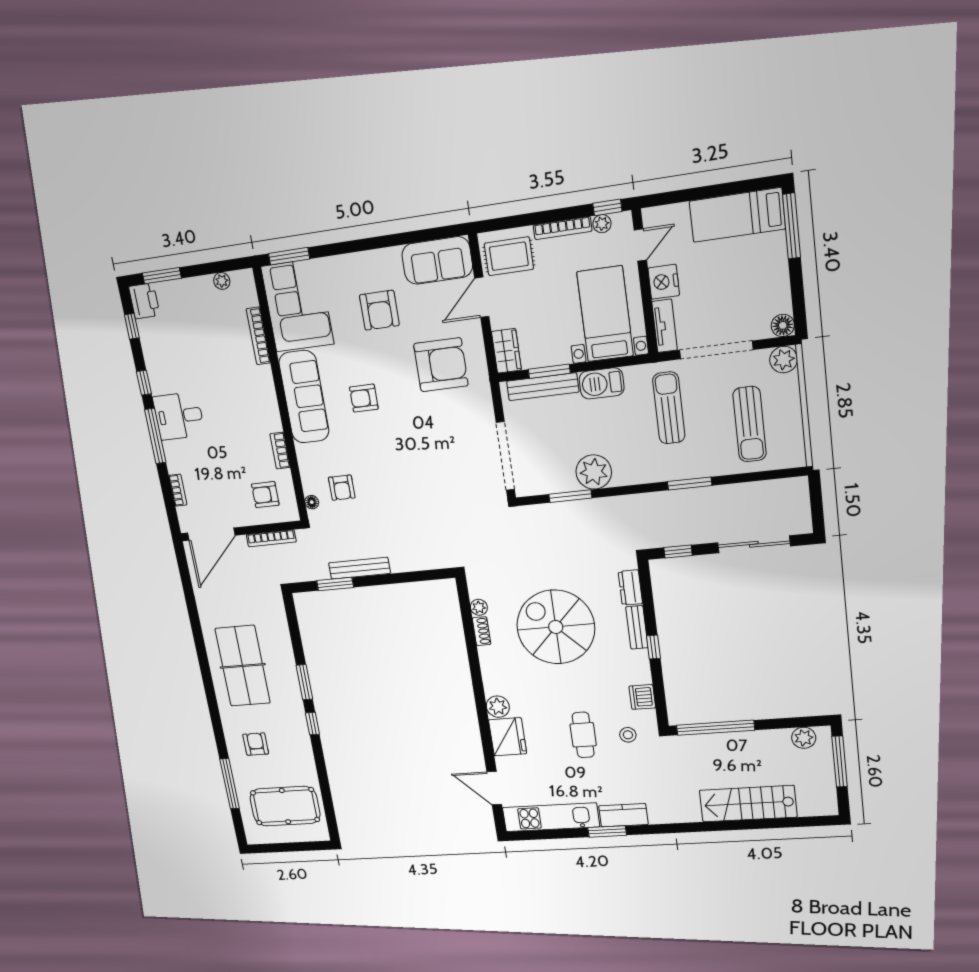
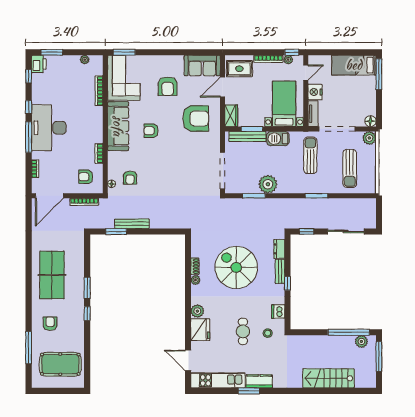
desk: (179, 416) -> (49, 128), width x1.87, depth x1.30
plant: (479, 607) -> (196, 280), moved
window: (716, 728) -> (349, 332), moved

